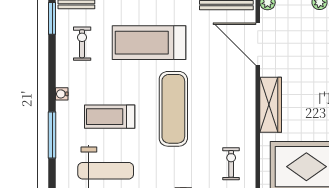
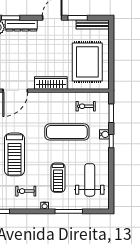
exercise bike: (82, 44) -> (26, 191), moved
exercise mat: (173, 109) -> (67, 132), moved

